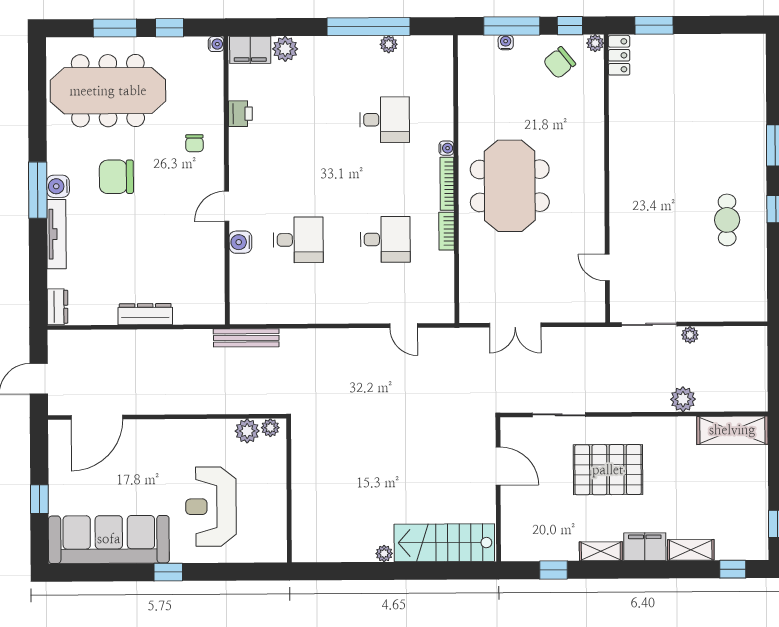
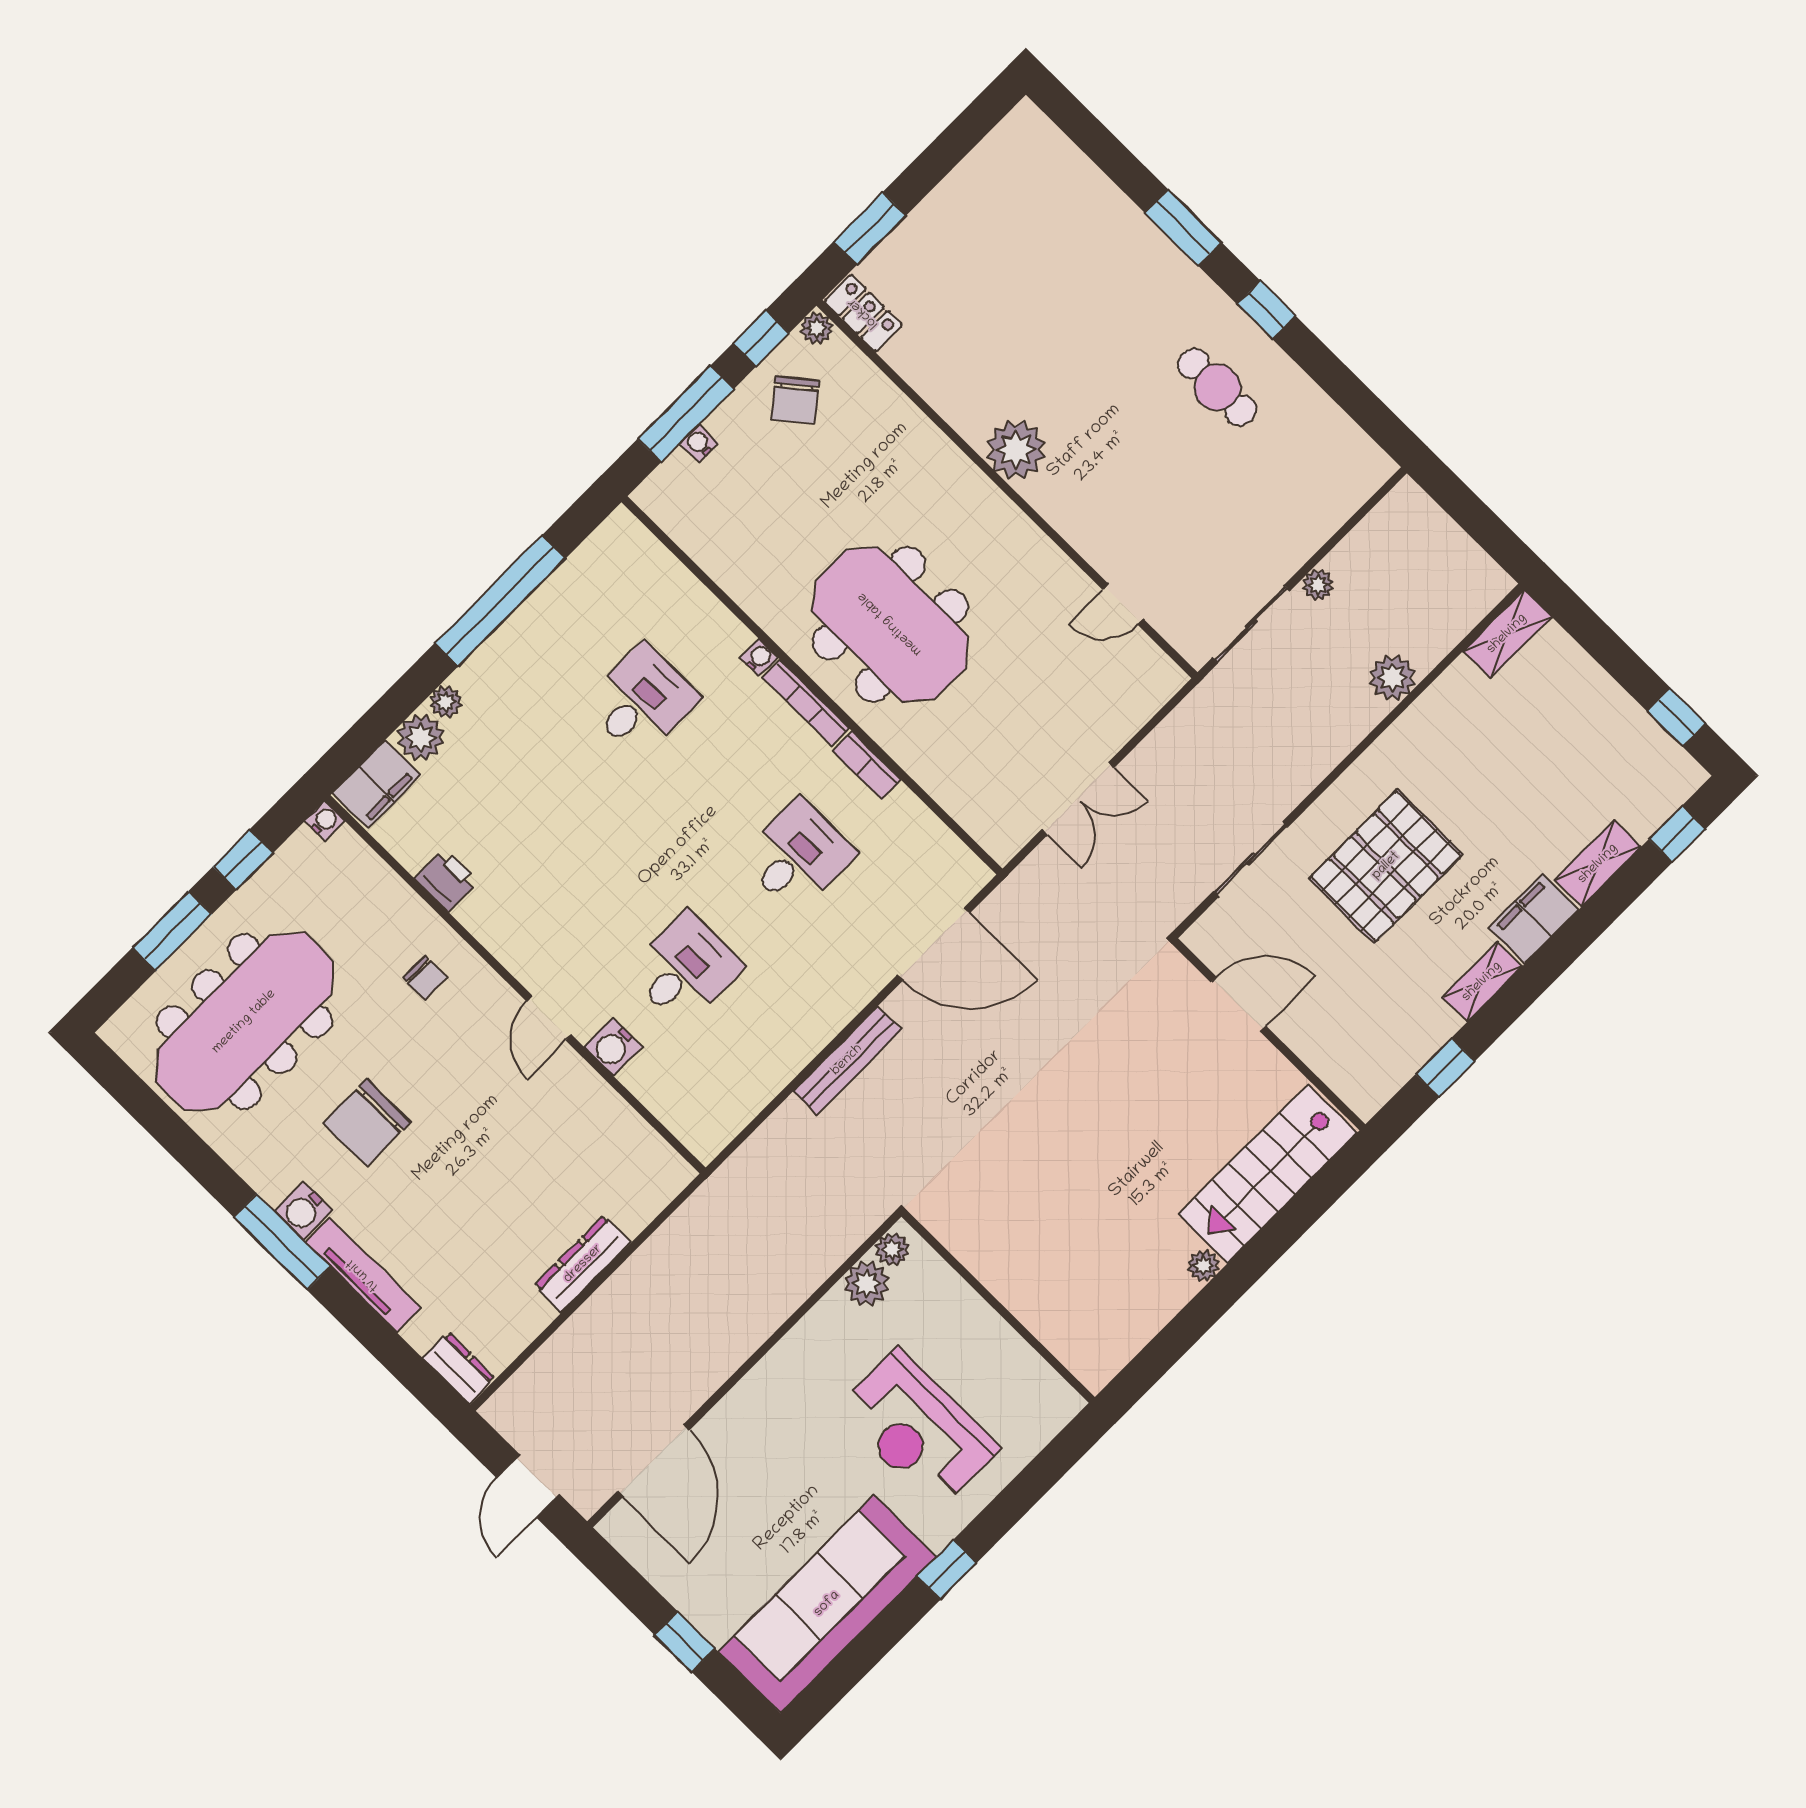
plant: (389, 44) -> (446, 702), moved
plant: (625, 167) -> (1016, 450), added
door: (404, 326) -> (934, 944), width x1.88
bench: (246, 338) -> (847, 1060), moved
shelving: (732, 430) -> (1507, 634), width x0.67, depth x0.75

